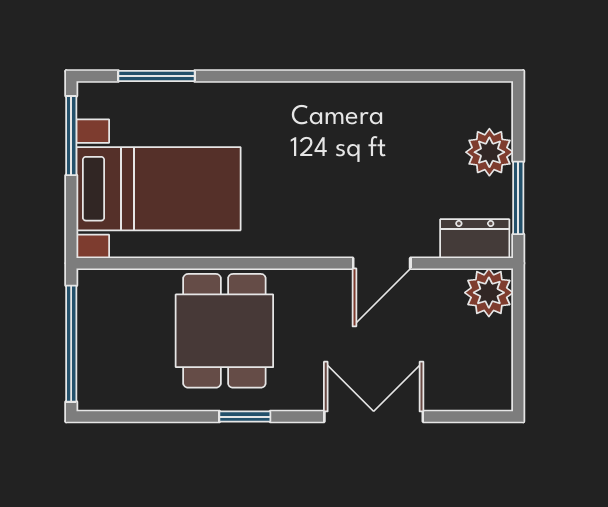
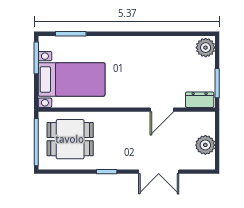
plant: (489, 152) -> (206, 48), moved
plant: (489, 293) -> (205, 145), moved
dining table: (224, 331) -> (70, 139), moved, turned 90
double door: (374, 417) -> (159, 172), swing flipped

